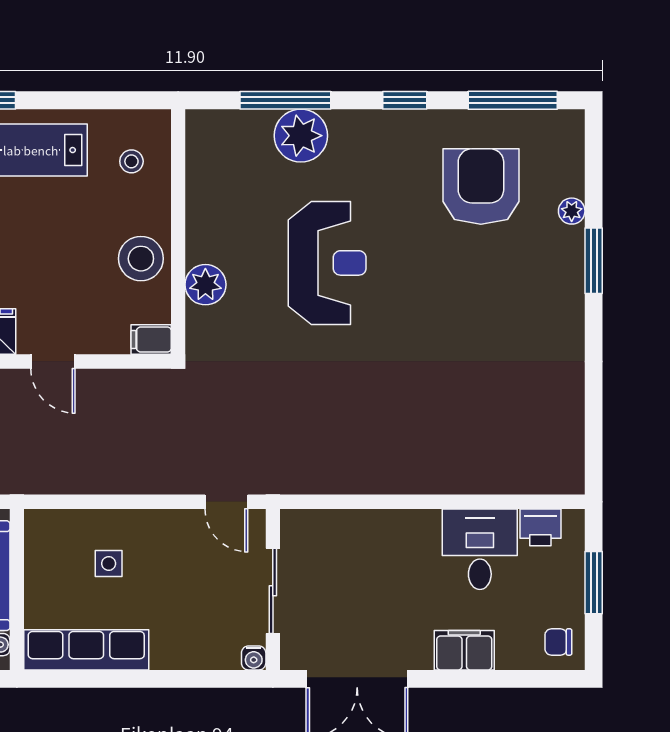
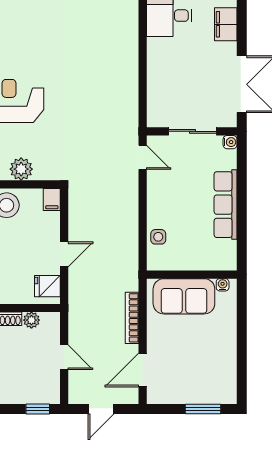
door: (226, 502) -> (143, 157), hinge flipped
side table: (109, 564) -> (158, 237), moved
row of seats: (86, 650) -> (226, 205), moved

